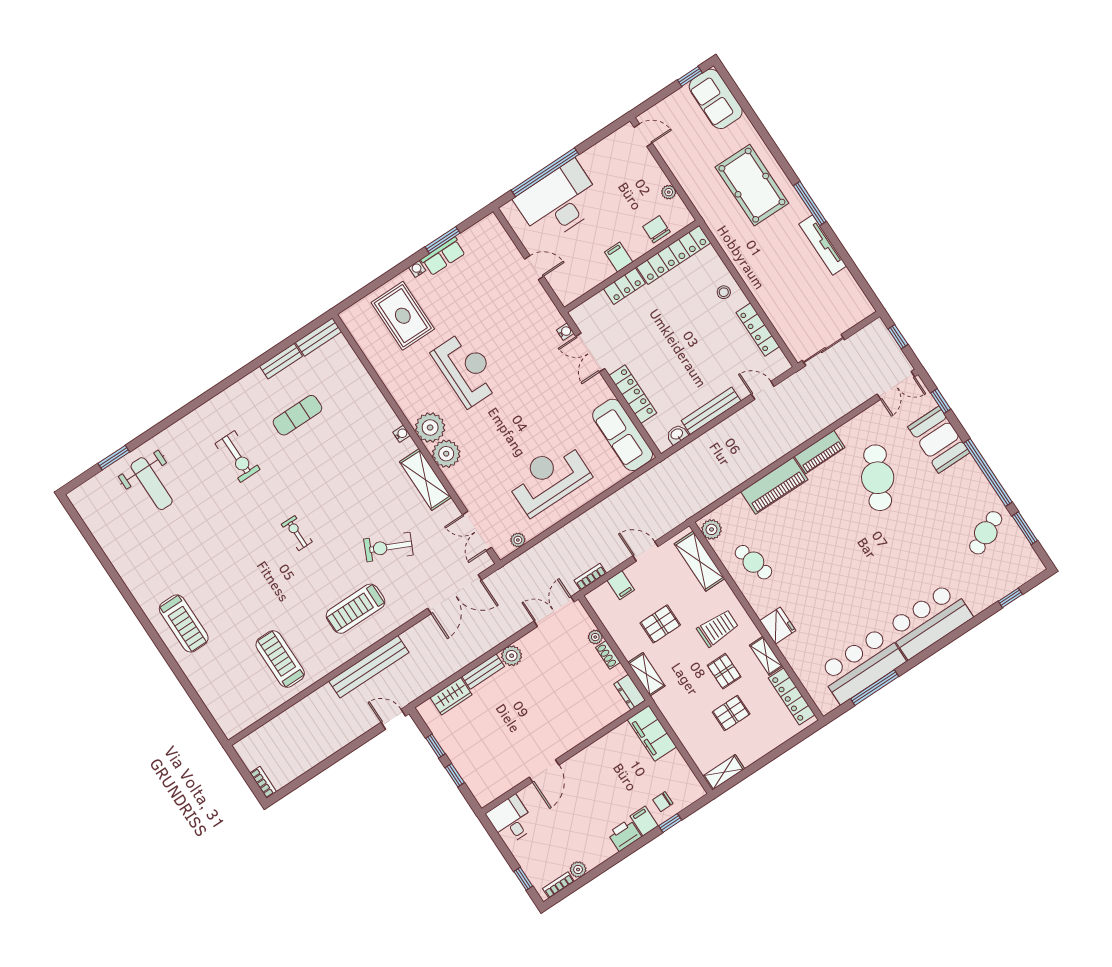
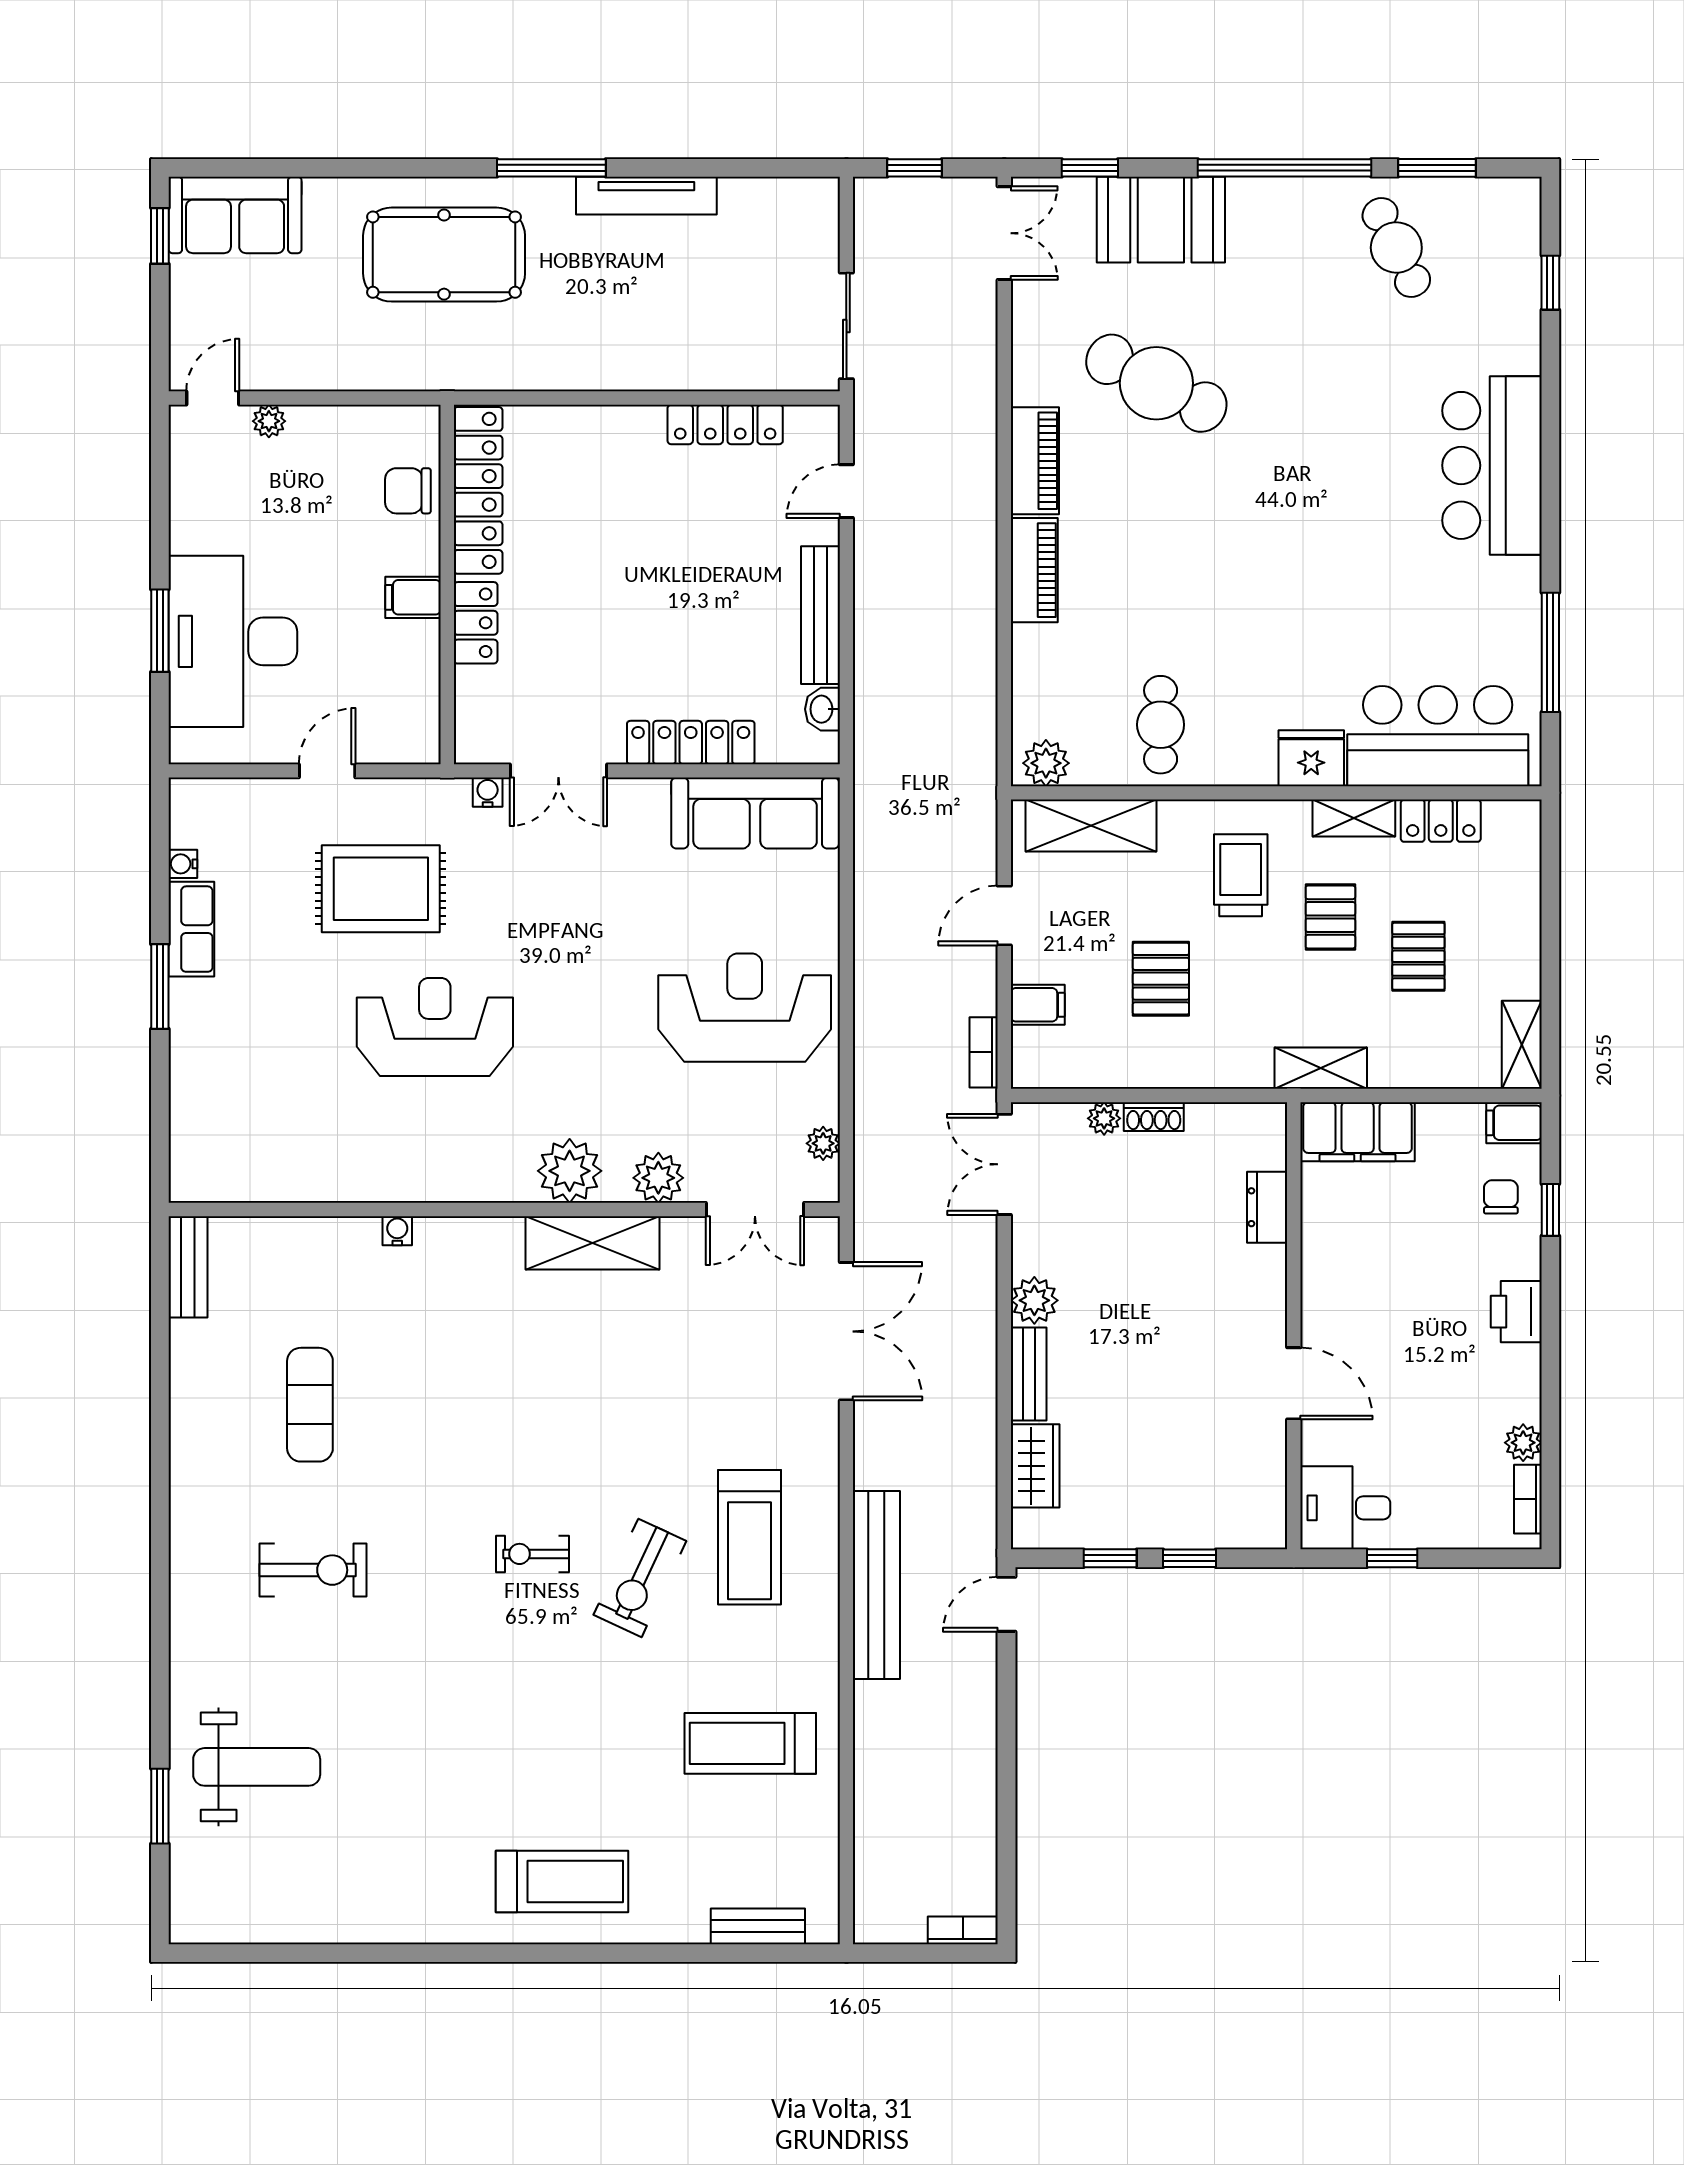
window: (545, 172) -> (160, 631), width x0.47
plant: (669, 192) -> (269, 421), moved
window: (443, 240) -> (160, 987), moved
water cooler: (417, 269) -> (183, 864), moved
stool: (724, 292) -> (612, 442), removed
rug: (403, 316) -> (381, 889), moved
bench: (281, 361) -> (758, 1926), moved, turned 90
plant: (430, 428) -> (658, 1178), moved, width x0.73, depth x0.73
water cooler: (402, 434) -> (397, 1231), moved
reception desk: (549, 478) -> (745, 1008), turned 90
piano: (774, 486) -> (1034, 570), width x0.73, depth x0.75
exercise bike: (388, 547) -> (640, 1578), moved
cafe table: (753, 562) -> (1161, 725), turned -75
bar counter: (862, 665) -> (1438, 736), moved, turned 90
pallet: (724, 671) -> (1330, 917), turned 90
shelving: (646, 674) -> (1321, 1068), moved
dresser: (630, 692) -> (1267, 1207), moved, turned 90
locker: (792, 696) -> (1441, 821), width x0.66
chair: (663, 802) -> (1501, 1197), turned 180
filing cabinet: (644, 821) -> (1514, 1123), moved
window: (523, 879) -> (1392, 1558), moved

